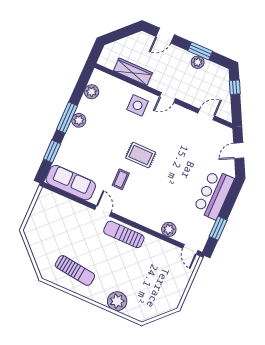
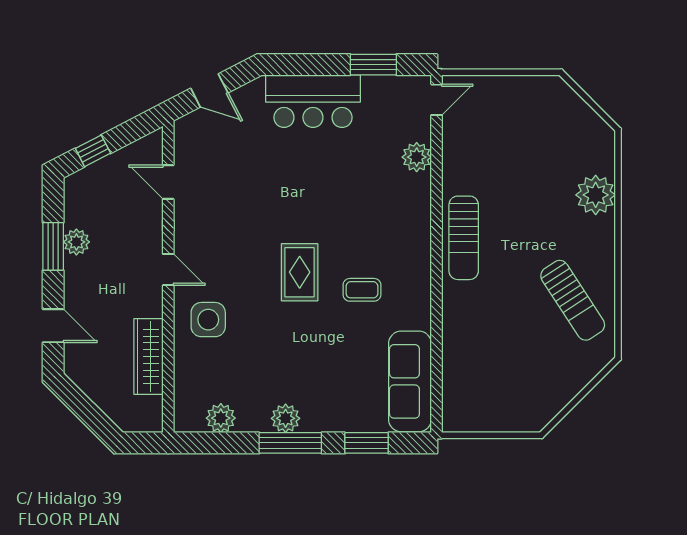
door: (103, 211) -> (437, 297), removed
sun lounger: (75, 270) -> (573, 300), turned 140

